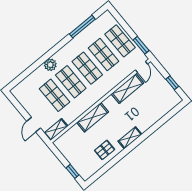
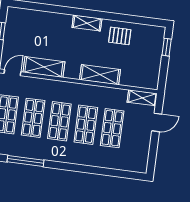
plant: (50, 65) -> (88, 158), removed

